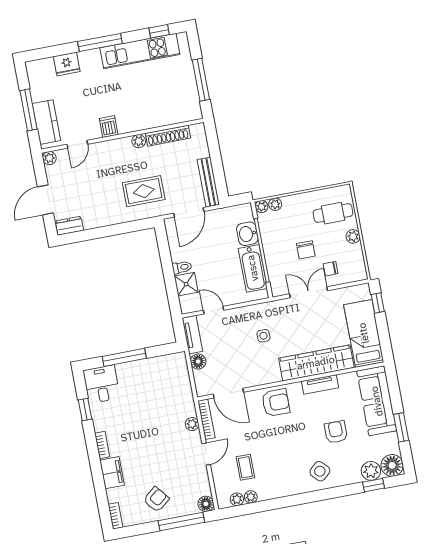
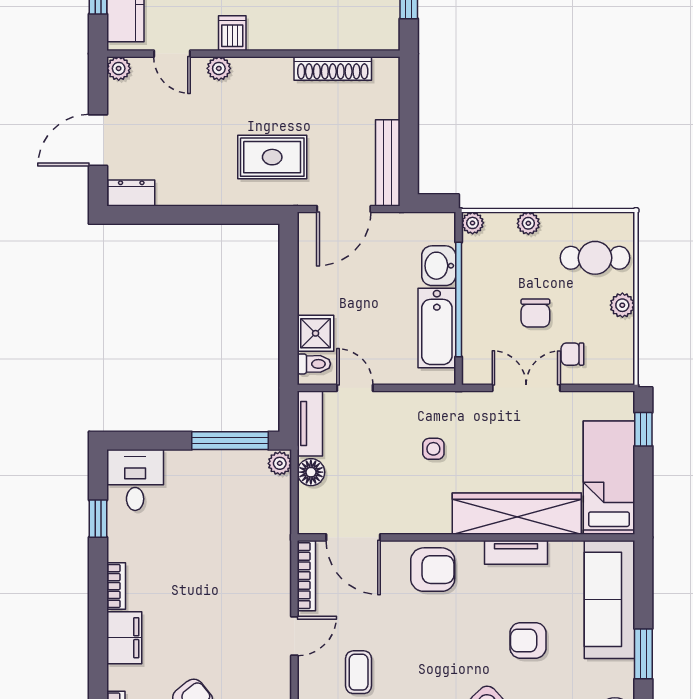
plant: (139, 141) -> (219, 68), moved
door: (77, 144) -> (172, 54), hinge flipped
plant: (275, 204) -> (528, 223), moved
toilet: (182, 267) -> (314, 364), moved
window: (124, 357) -> (230, 441), moved
plant: (192, 424) -> (280, 463), moved
armchair: (336, 432) -> (528, 640), turned -90

